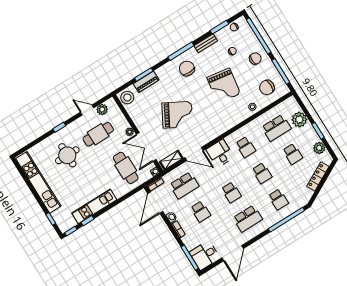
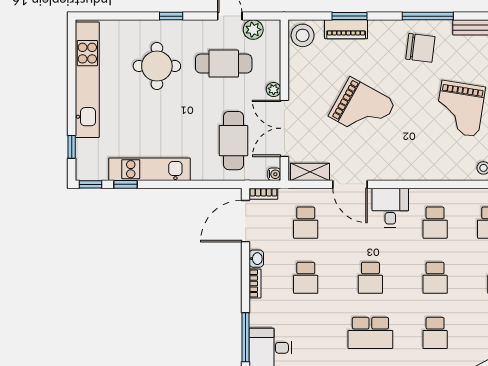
chair: (187, 68) -> (420, 48), turned 97
school desk: (184, 185) -> (306, 223), width x0.54

